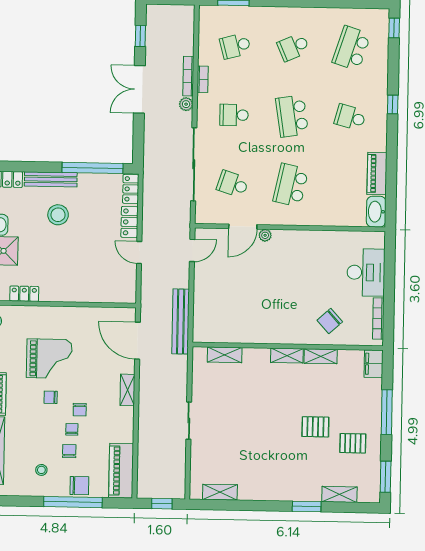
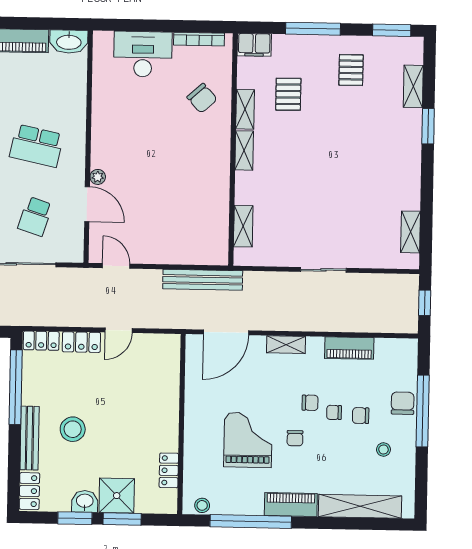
pallet: (315, 427) -> (288, 94), moved
piano: (121, 471) -> (349, 348), moved, width x0.73, depth x0.75

